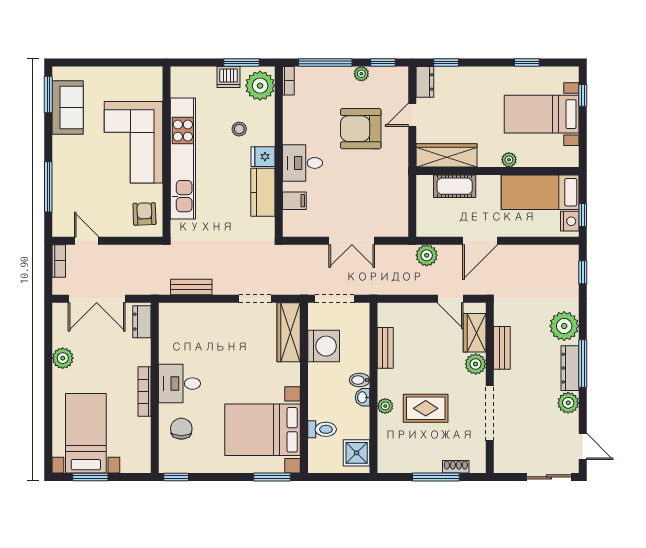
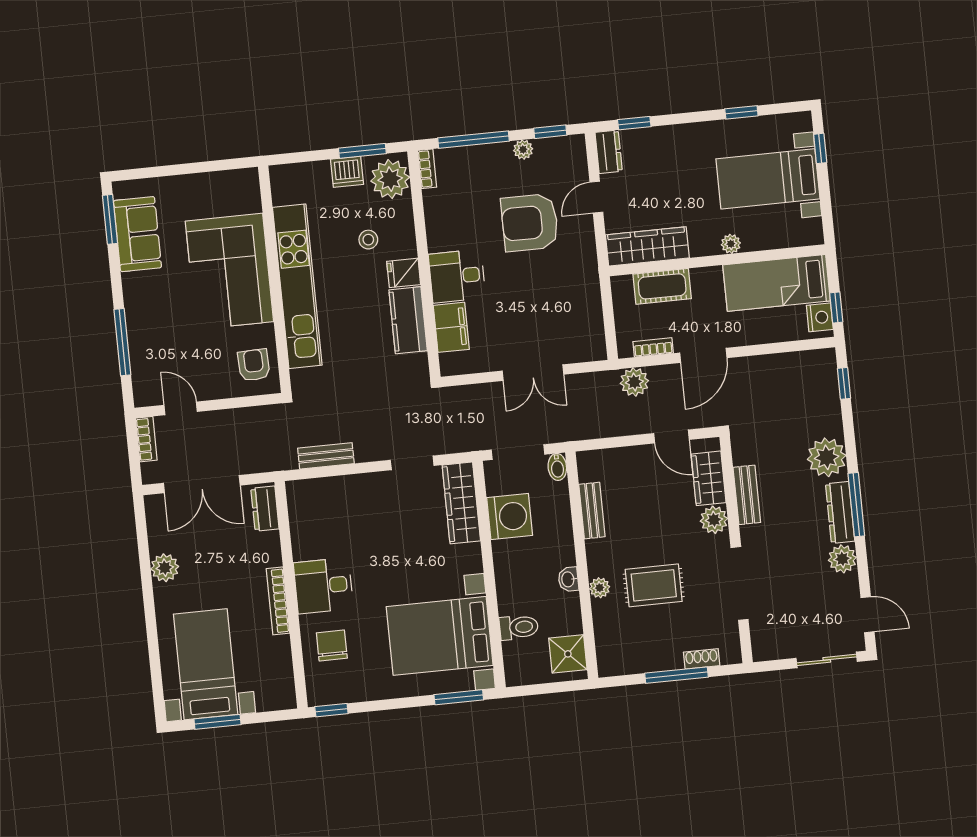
filing cabinet: (294, 201) -> (451, 327), width x2.00
bookcase: (443, 231) -> (653, 347), added
bidet: (360, 380) -> (557, 467), moved, turned -90

